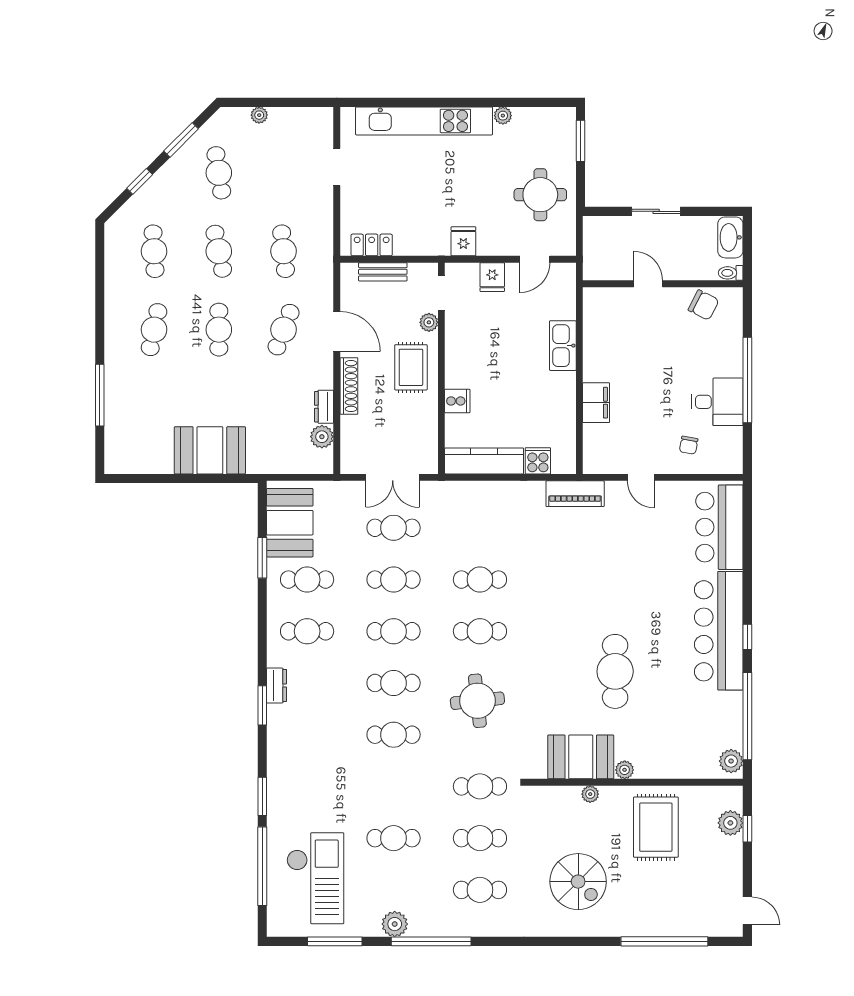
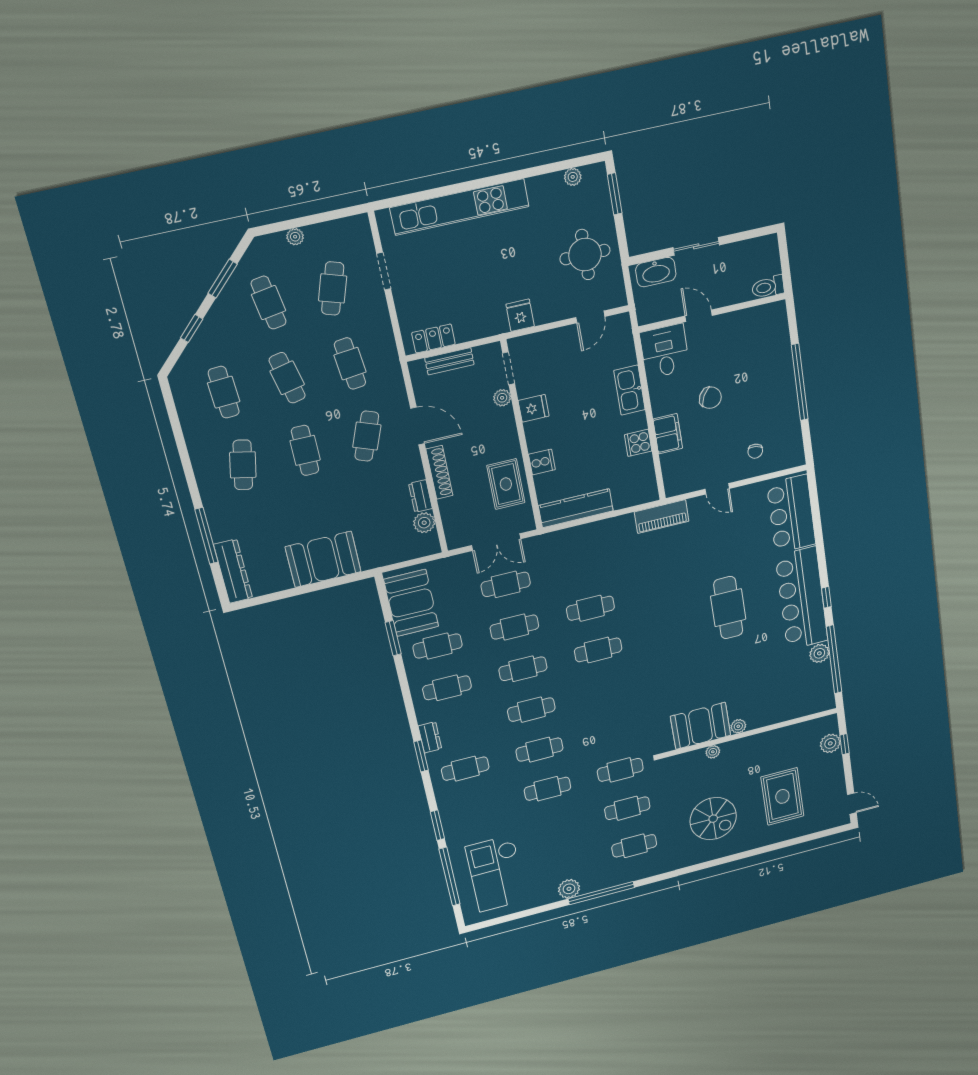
plant: (503, 116) -> (573, 177), moved
cafe table: (284, 173) -> (333, 288), added
washbasin: (730, 237) -> (656, 272), moved, turned -90
toilet: (731, 273) -> (768, 287), width x1.37, depth x1.39
fridge: (492, 277) -> (534, 408), moved, turned -90
chair: (704, 305) -> (710, 398), moved
rug: (411, 367) -> (506, 484), moved
desk: (717, 402) -> (665, 351), moved, turned -90
dresser: (116, 440) -> (233, 571), added
cooker: (538, 461) -> (638, 443), moved, turned -90
cafe table: (615, 671) -> (728, 608), moved
round table: (477, 701) -> (606, 705), removed
cafe table: (307, 735) -> (465, 769), added
plant: (731, 761) -> (819, 653), moved
rug: (656, 827) -> (782, 796), moved
cafe table: (394, 838) -> (548, 789), moved
checkout: (315, 878) -> (496, 874), turned 180
window: (335, 941) -> (522, 914), removed
window: (664, 941) -> (789, 843), removed

